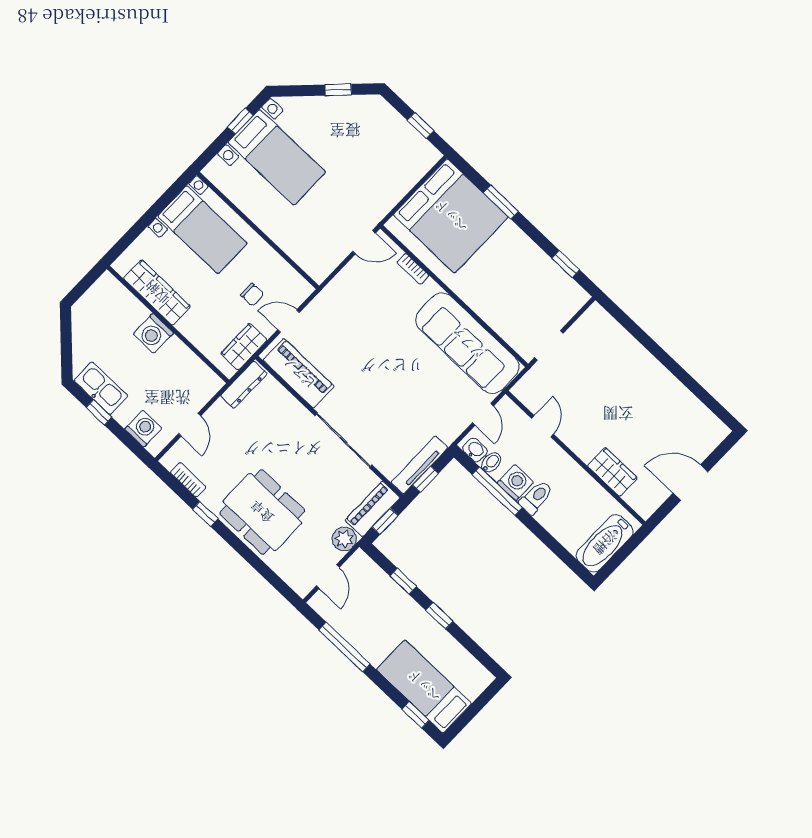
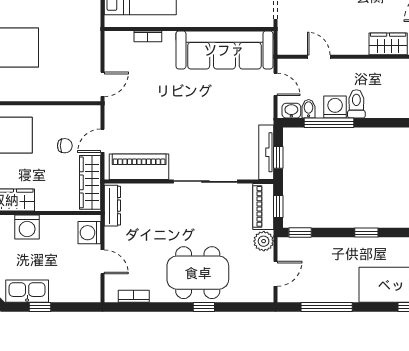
door: (364, 242) -> (102, 84), moved
wardrobe: (244, 347) -> (90, 182), width x1.50
washing machine: (143, 429) -> (89, 233), moved, turned -90
window: (205, 514) -> (204, 307), moved
door: (328, 577) -> (275, 274), hinge flipped
window: (403, 581) -> (300, 233), moved

